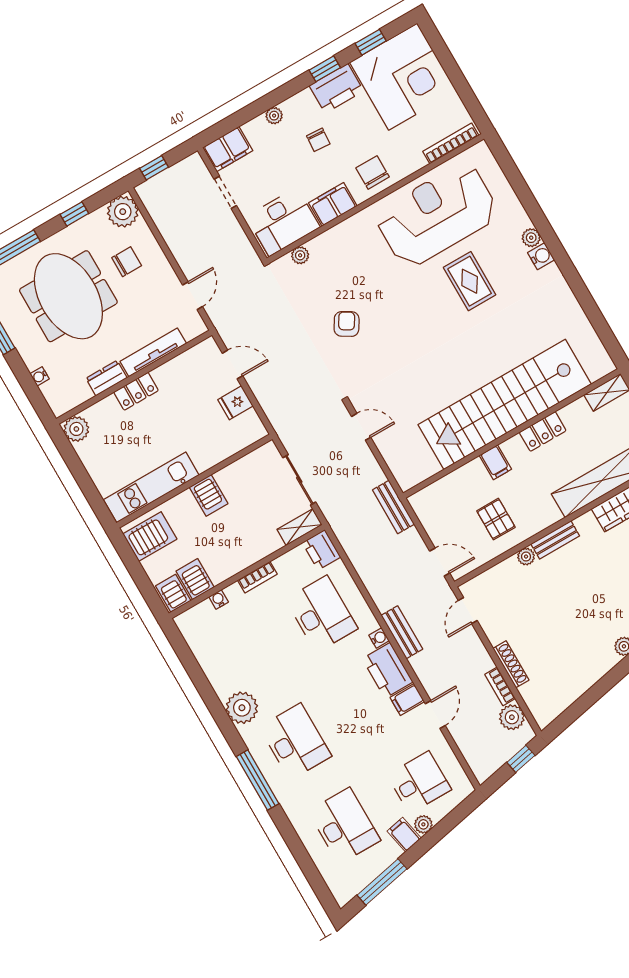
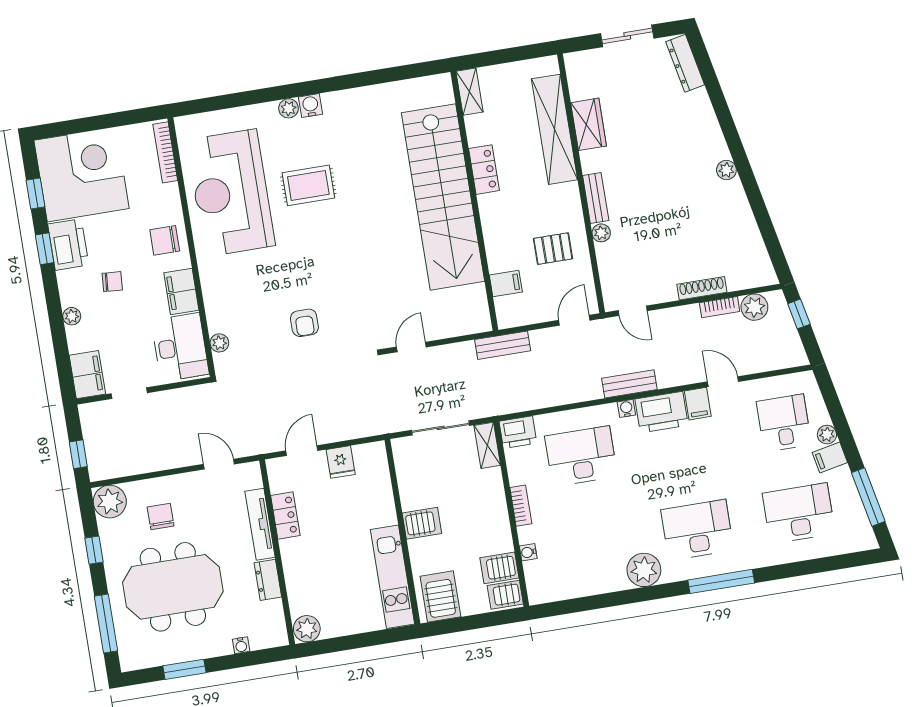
armchair: (347, 324) -> (304, 323), turned -121
locker: (136, 391) -> (285, 516), moved
filing cabinet: (495, 462) -> (506, 283), moved

